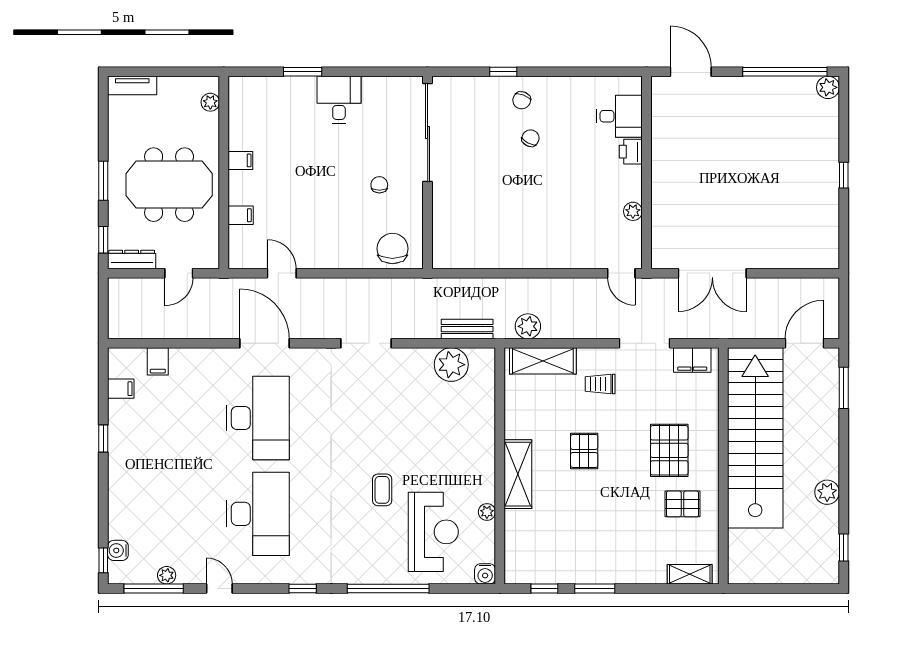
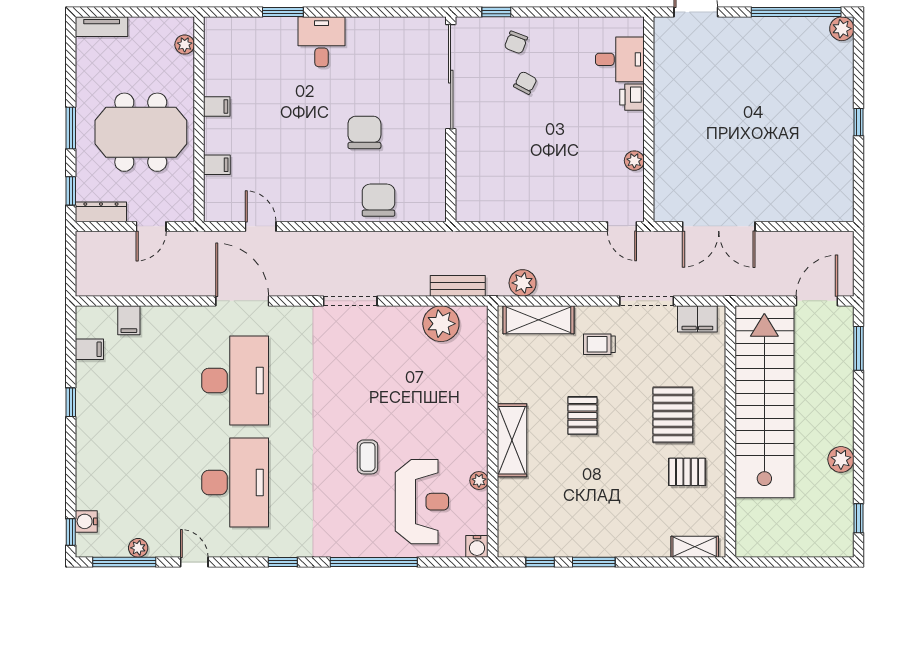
sliding door: (428, 132) -> (451, 77), moved
wall: (428, 172) -> (451, 119), moved
chair: (379, 185) -> (364, 132), width x1.87, depth x1.87

